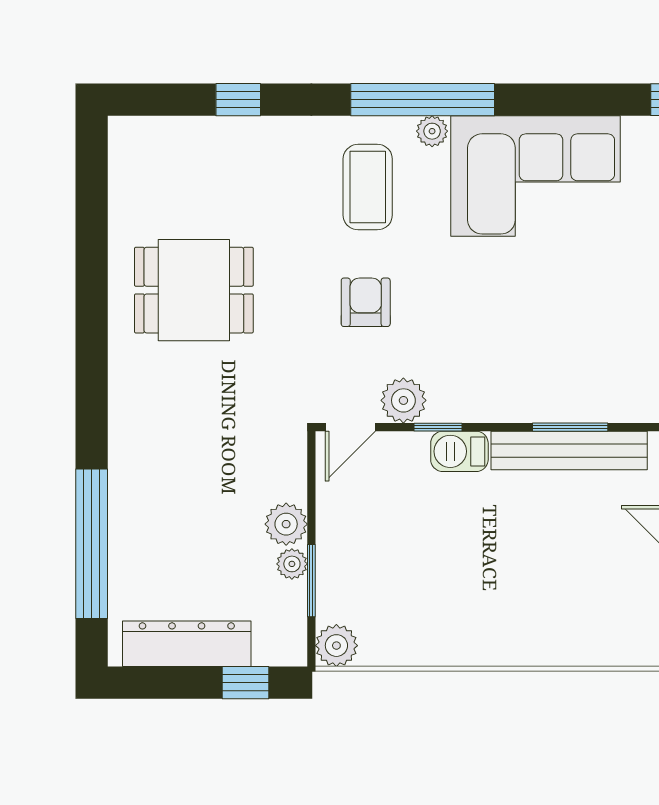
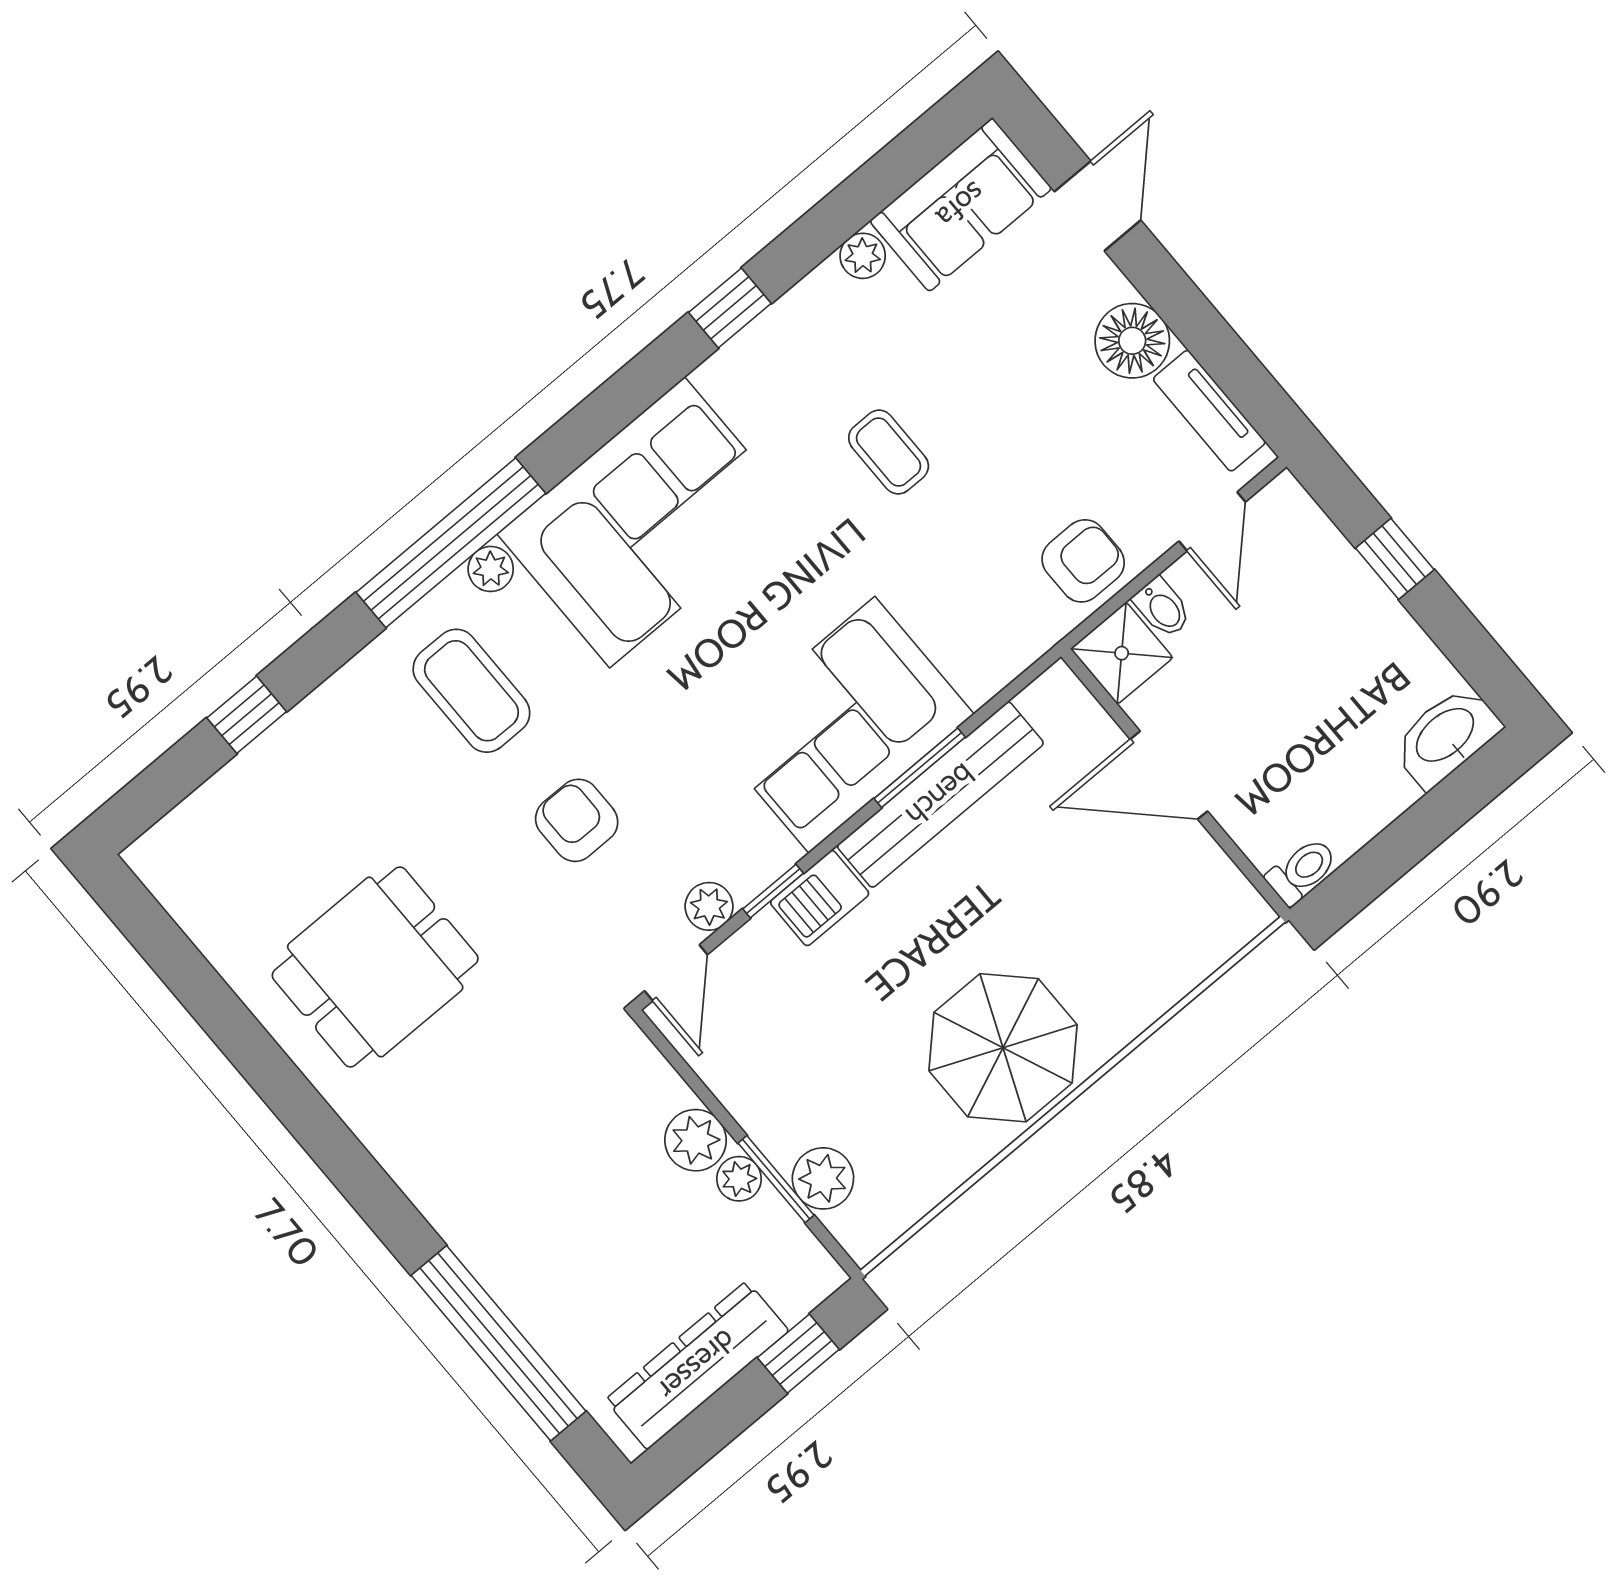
corner sofa: (548, 370) -> (842, 725), added
plant: (403, 400) -> (709, 906), width x0.73, depth x0.73
parasol: (490, 612) -> (1003, 1048), added
plant: (336, 646) -> (823, 1178), moved

